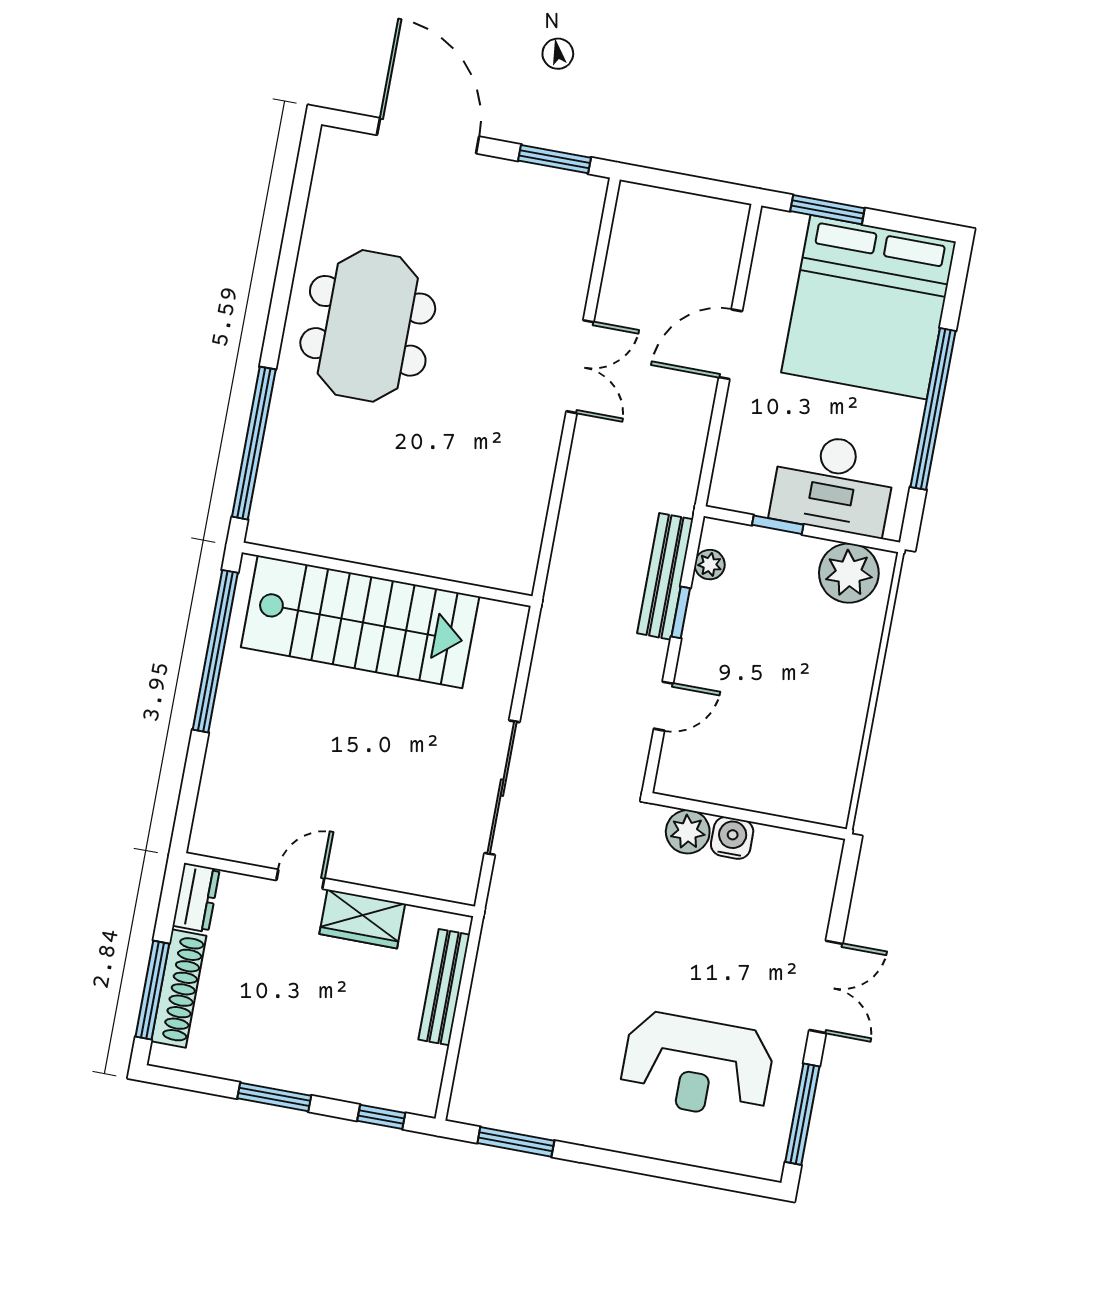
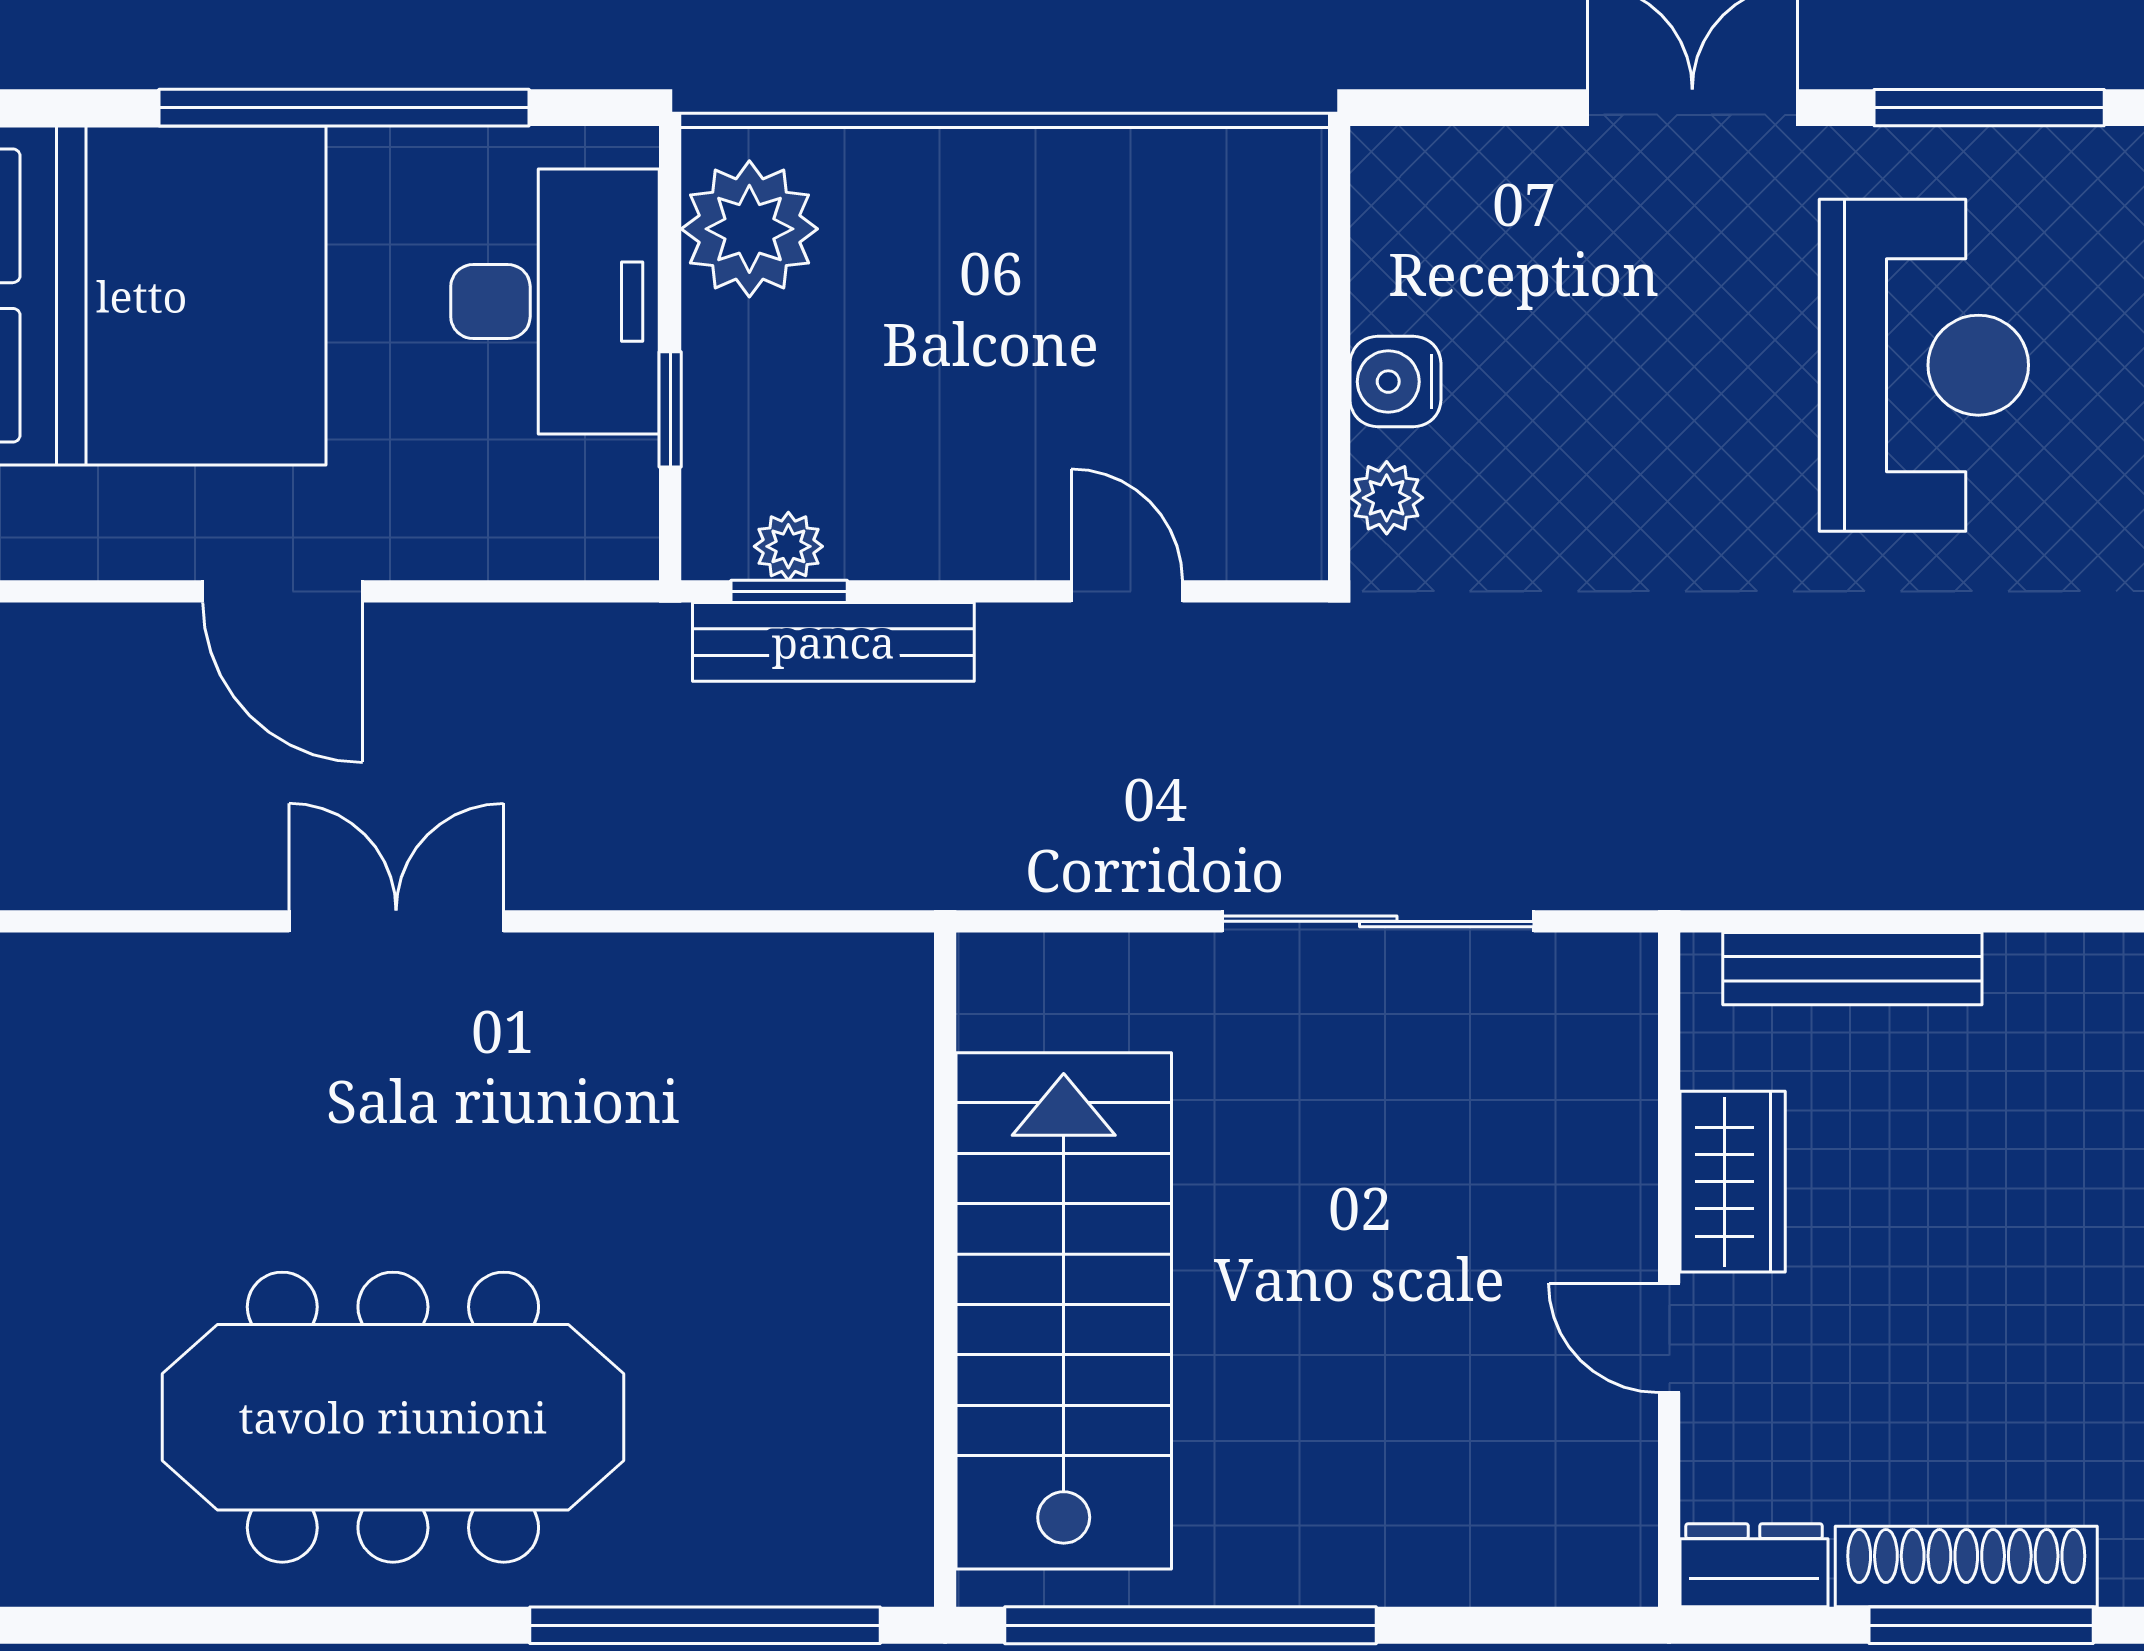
meeting table: (368, 326) -> (393, 1417), width x1.36
window: (681, 612) -> (789, 591), moved
plant: (688, 832) -> (1387, 498), width x0.73, depth x0.73

